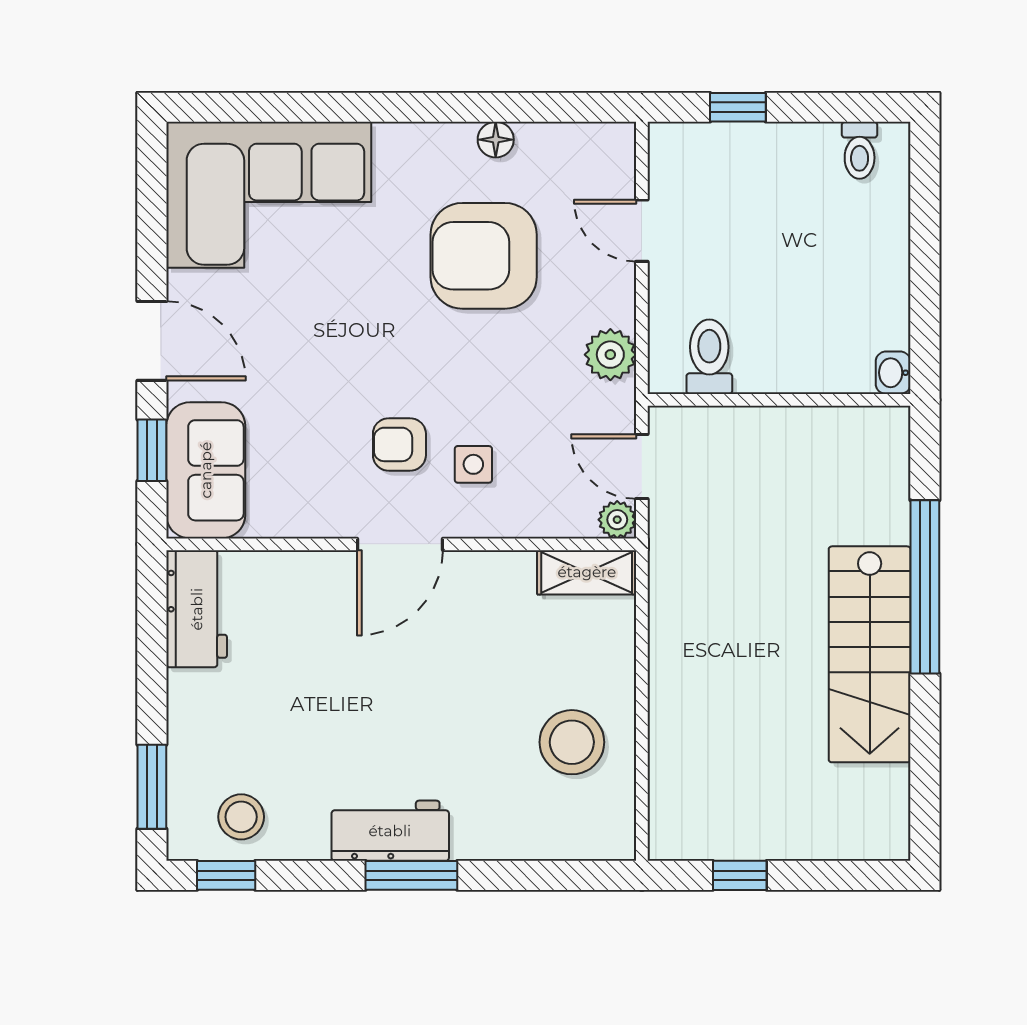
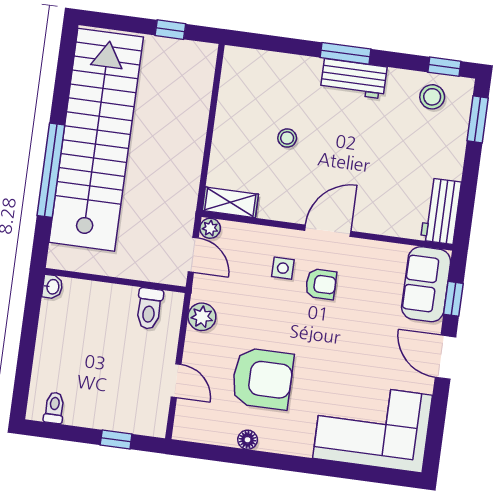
stairs: (870, 654) -> (96, 140), width x1.86, depth x1.51
stool: (572, 742) -> (287, 138), moved, width x0.53, depth x0.53

